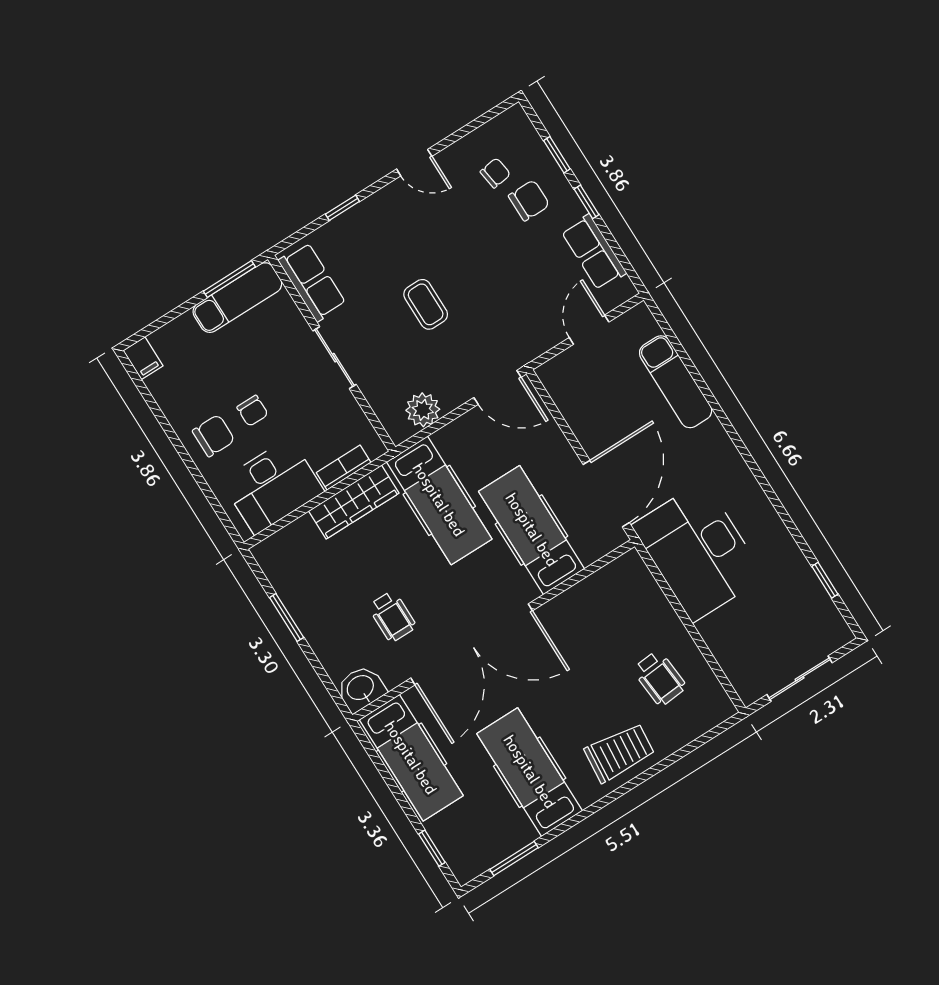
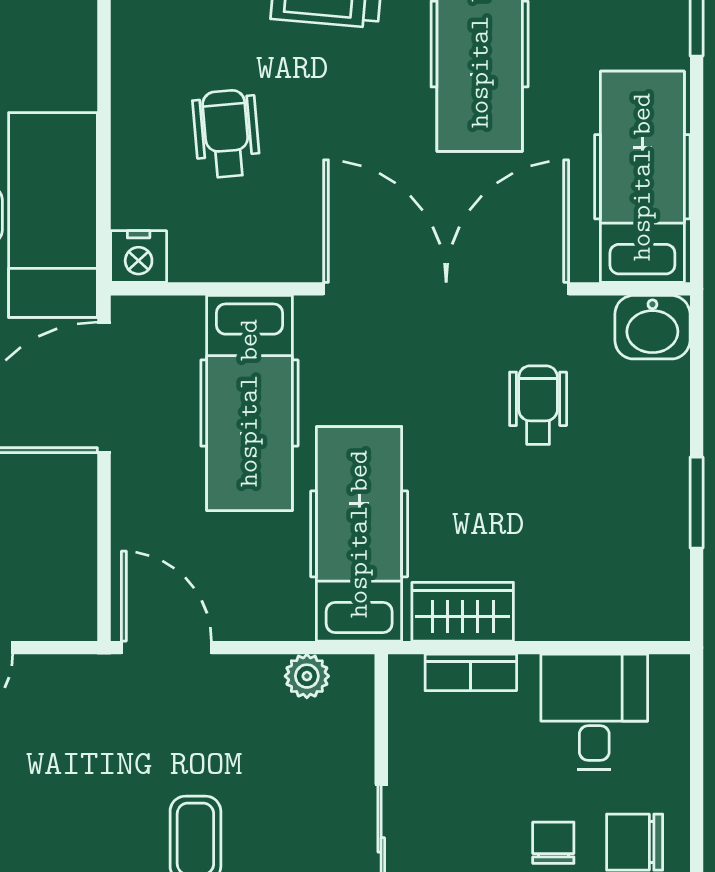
plant: (423, 410) -> (307, 676), width x0.73, depth x0.73
desk: (272, 486) -> (594, 712), width x0.73
wardrobe: (354, 502) -> (463, 612), width x0.67
nightstand: (629, 567) -> (139, 257), added
wheelchair: (660, 678) -> (226, 134), moved

